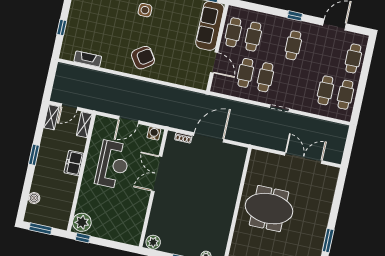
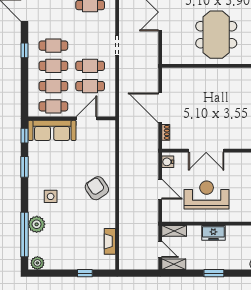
cafe table: (273, 41) -> (53, 66), added

